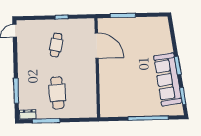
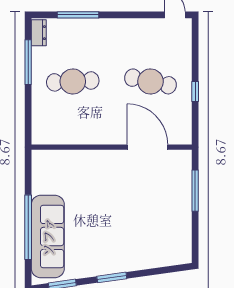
cafe table: (56, 45) -> (150, 81), width x1.37, depth x1.35
door: (97, 46) -> (147, 147), swing flipped
sofa: (168, 79) -> (48, 237), moved, turned 98

